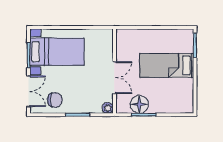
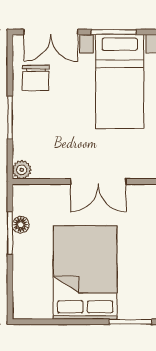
bed: (167, 65) -> (85, 273), width x1.50
double door: (114, 78) -> (98, 182), moved
floor lamp: (139, 104) -> (21, 225), width x0.53, depth x0.53

